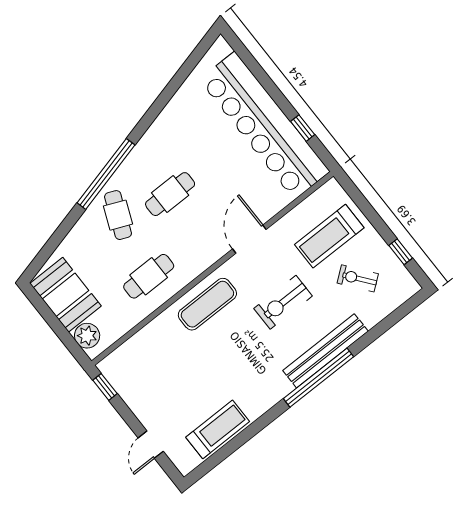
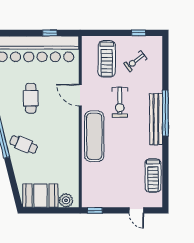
cafe table: (170, 194) -> (31, 98), moved
cafe table: (149, 276) -> (61, 152), removed
exercise mat: (207, 304) -> (94, 136), width x1.36, depth x1.45
bench: (325, 351) -> (156, 119), moved
treadmill: (218, 429) -> (153, 176), turned 180

